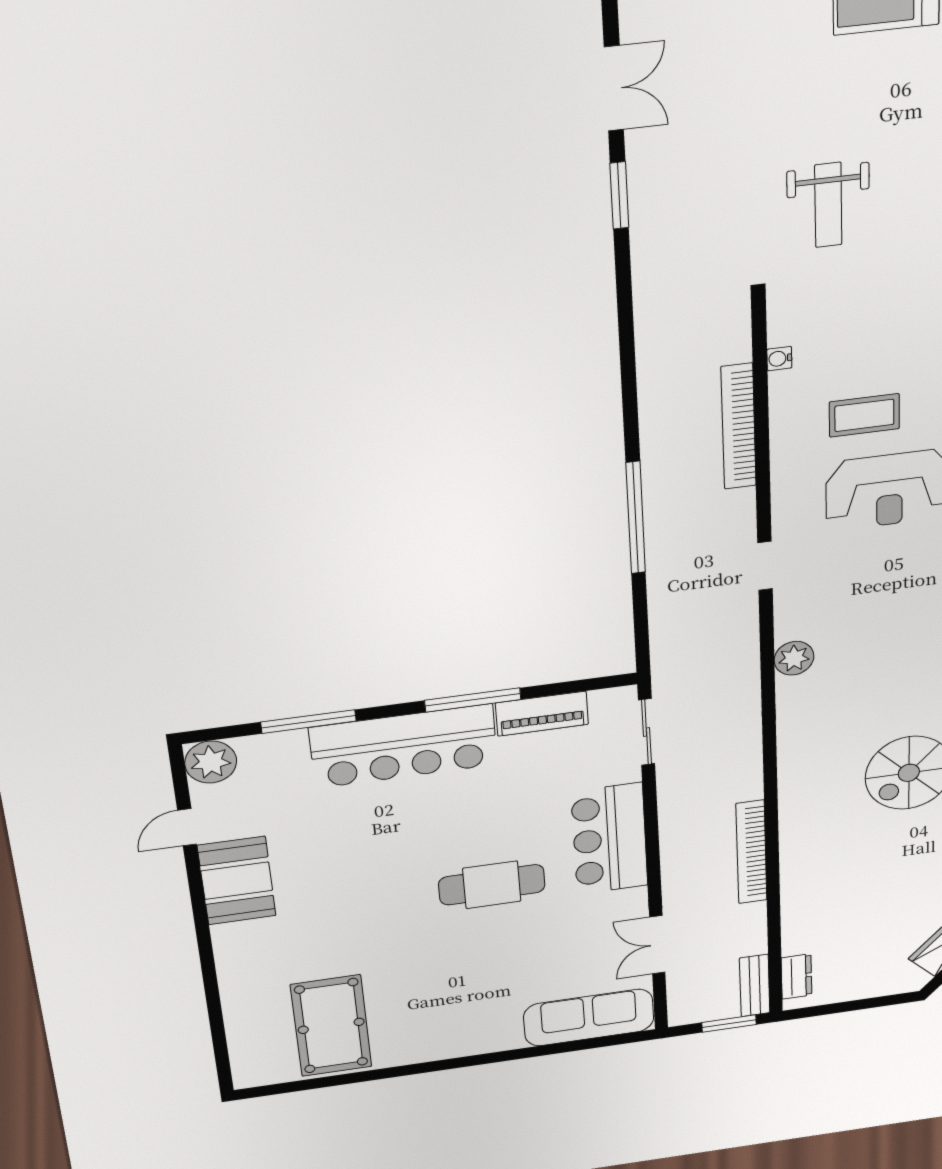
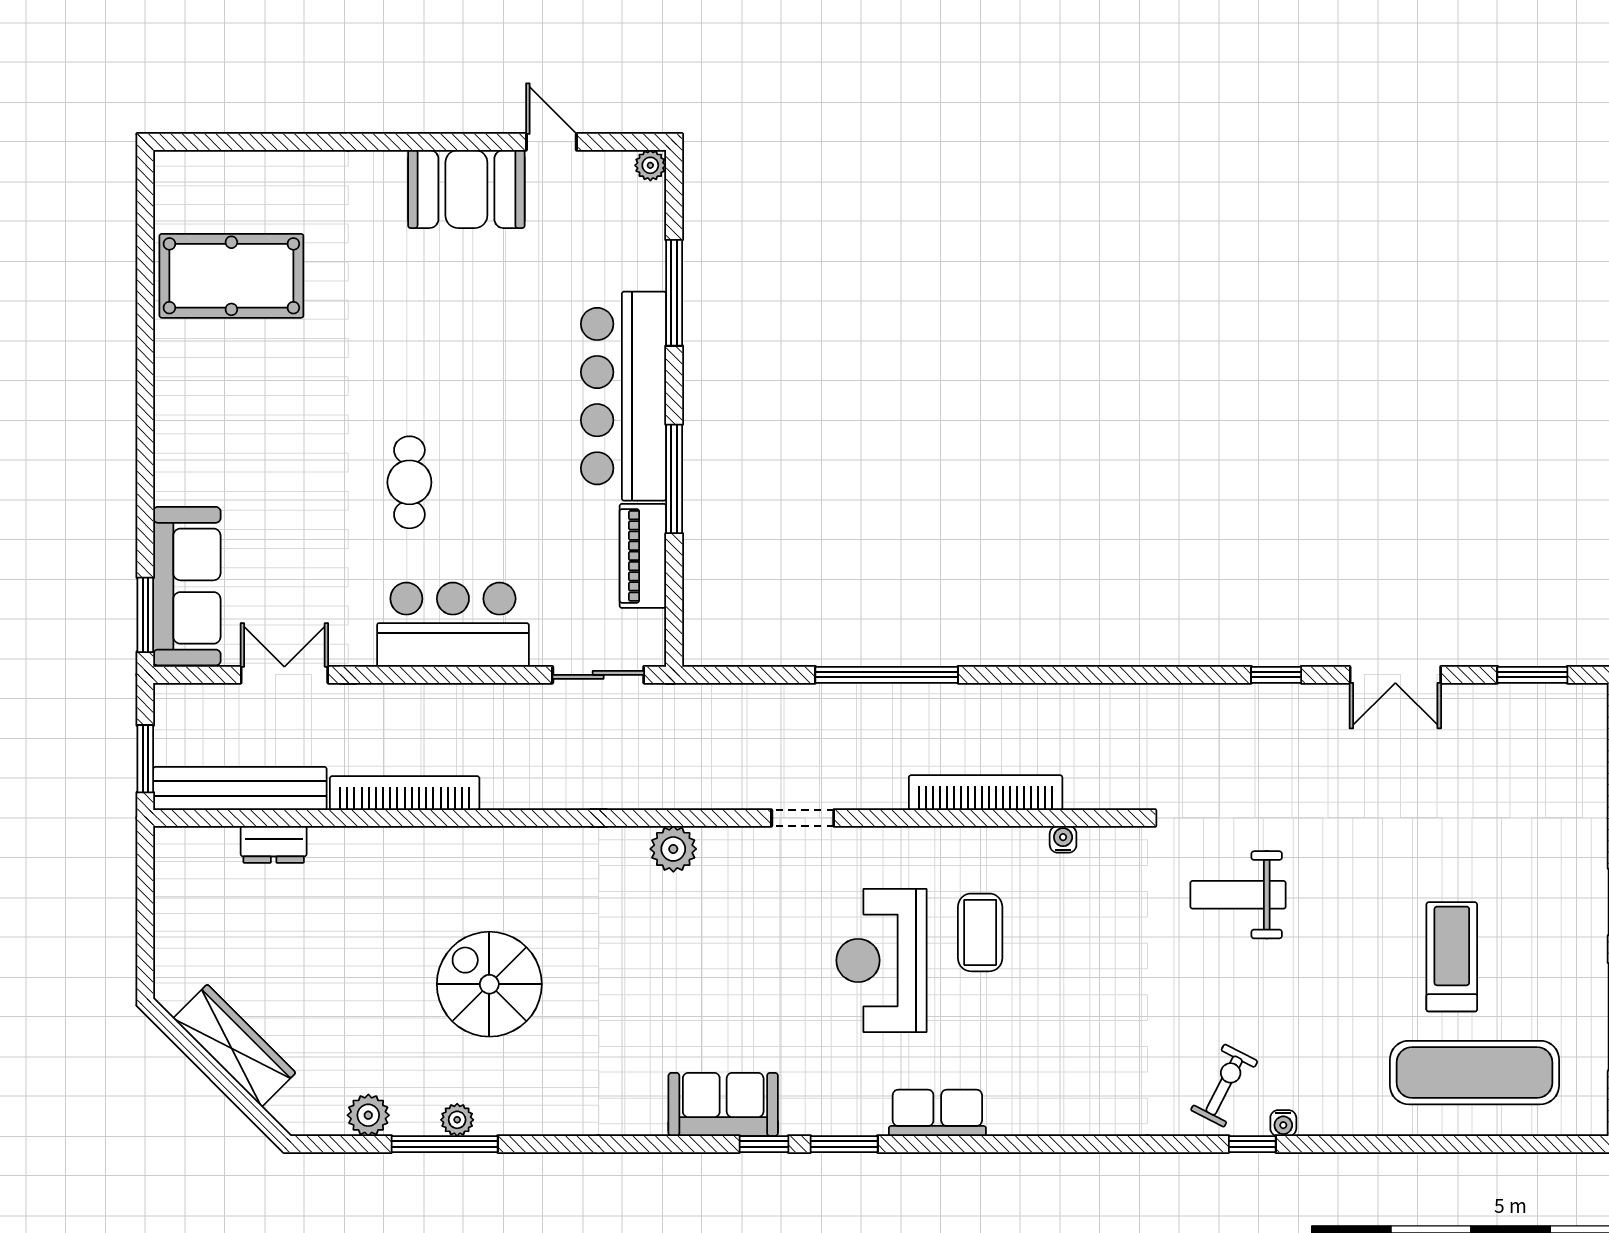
window: (619, 195) -> (1276, 675), width x0.67
plant: (211, 762) -> (650, 165), width x0.53, depth x0.53
cafe table: (492, 885) -> (409, 482), width x0.73, depth x0.74
dresser: (796, 977) -> (274, 844), moved
bench: (755, 986) -> (240, 788), width x1.86, depth x1.21
window: (614, 1040) -> (145, 615), added

